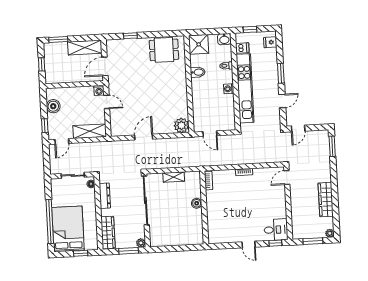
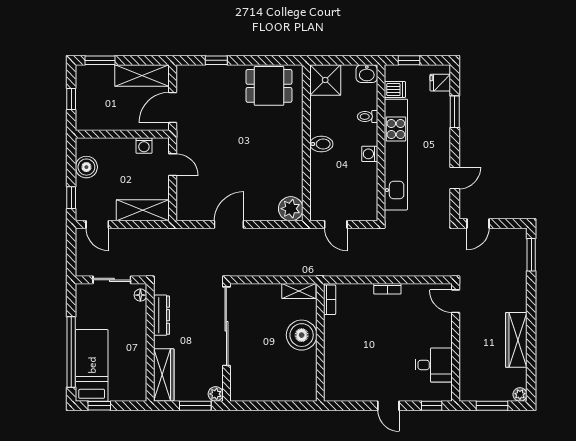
bidet: (198, 72) -> (321, 144), moved
window: (281, 73) -> (455, 112), moved
washing machine: (99, 90) -> (144, 145), moved
door: (62, 141) -> (97, 224), hinge flipped
shelving: (174, 177) -> (299, 291), moved
door: (287, 178) -> (456, 301), hinge flipped
boiler: (197, 203) -> (302, 335), width x1.86, depth x1.86
bed: (68, 229) -> (92, 365), width x0.67
desk: (276, 230) -> (434, 365), moved
window: (81, 253) -> (99, 406), moved

